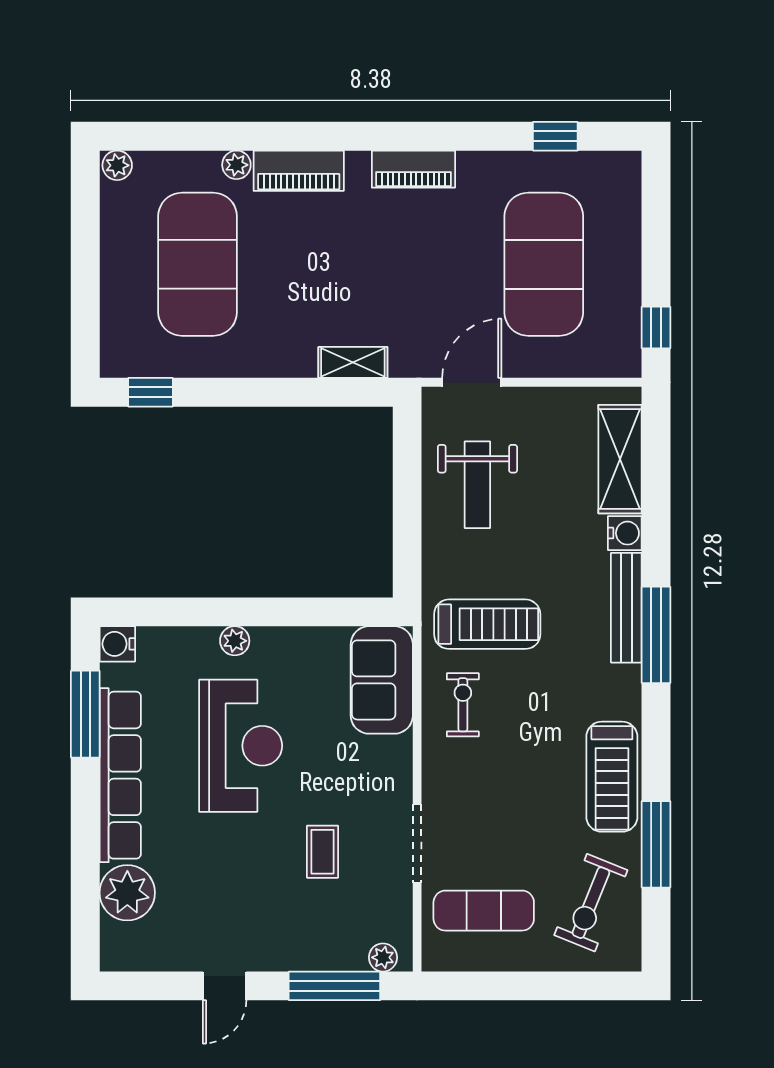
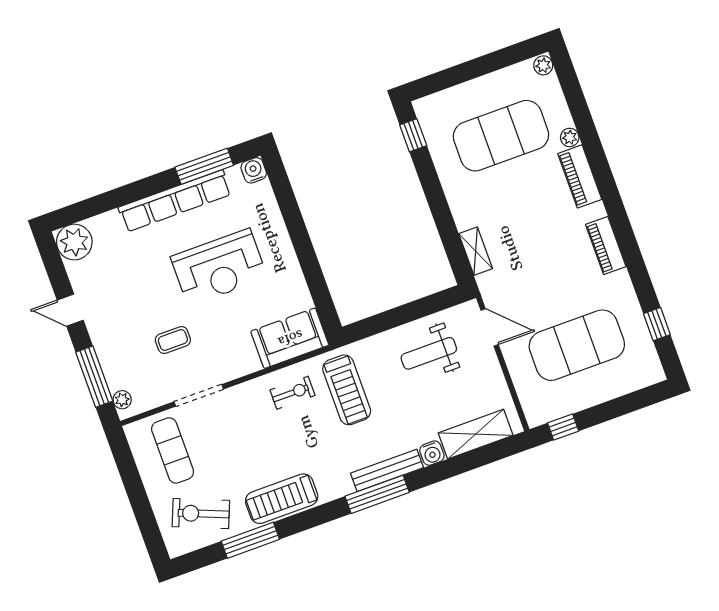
plant: (235, 641) -> (281, 241), removed
plant: (127, 893) -> (74, 242), moved

